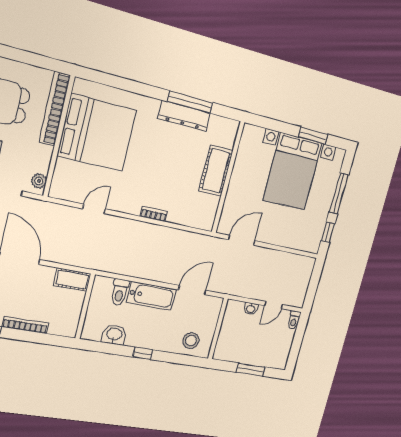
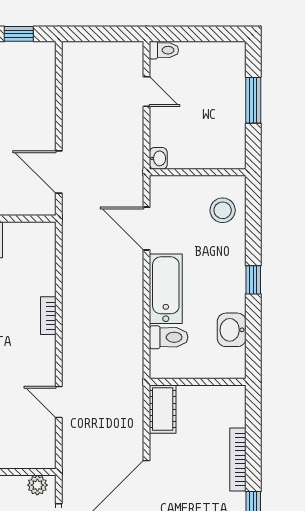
washbasin: (251, 309) -> (158, 158), moved

